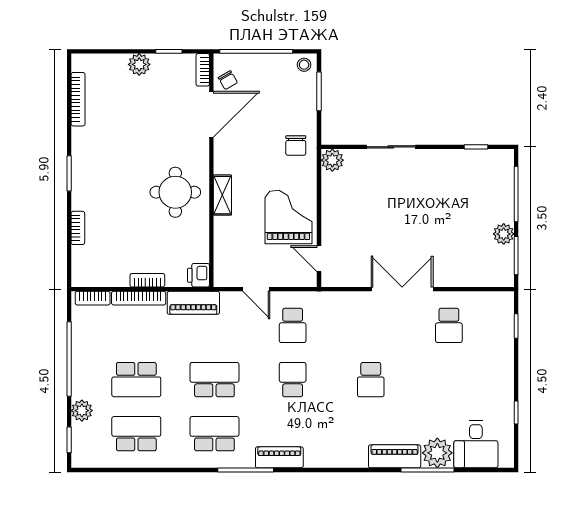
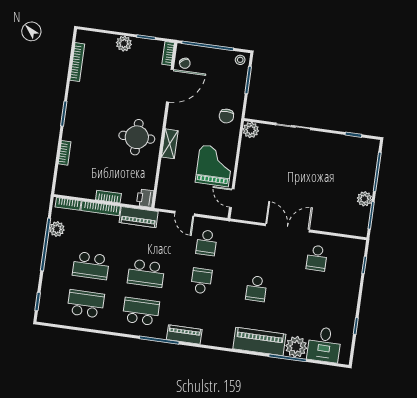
school desk: (214, 380) -> (146, 273), turned 180
plant: (82, 411) -> (57, 229), moved
piano: (395, 456) -> (259, 341), width x1.37, depth x1.33

